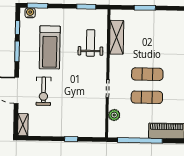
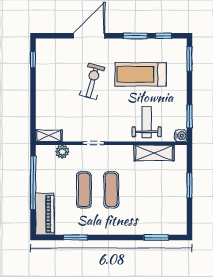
water cooler: (30, 13) -> (181, 136), moved
weight bench: (91, 43) -> (147, 122), turned -90
exercise bike: (44, 91) -> (92, 81), moved, turned 105
shelving: (23, 125) -> (49, 136), moved
window: (71, 139) -> (33, 60), moved

